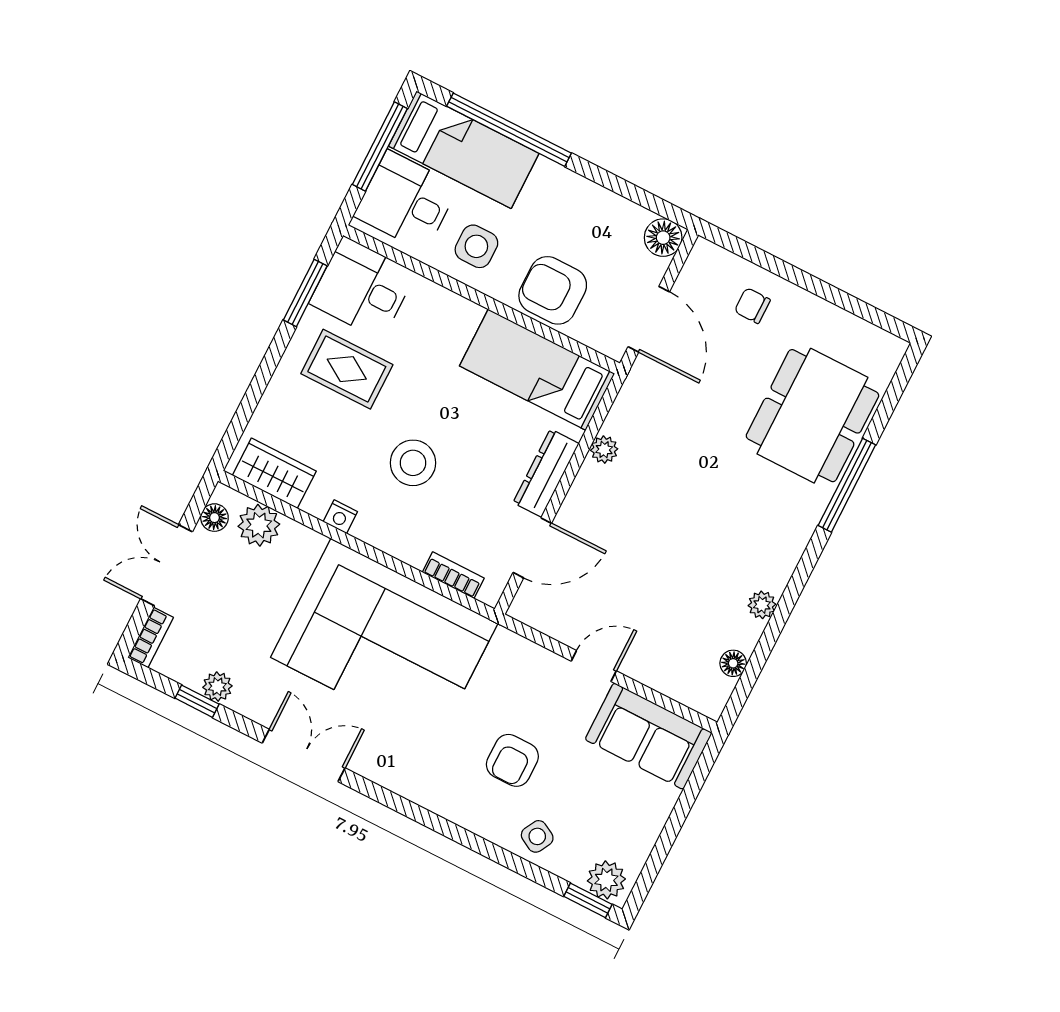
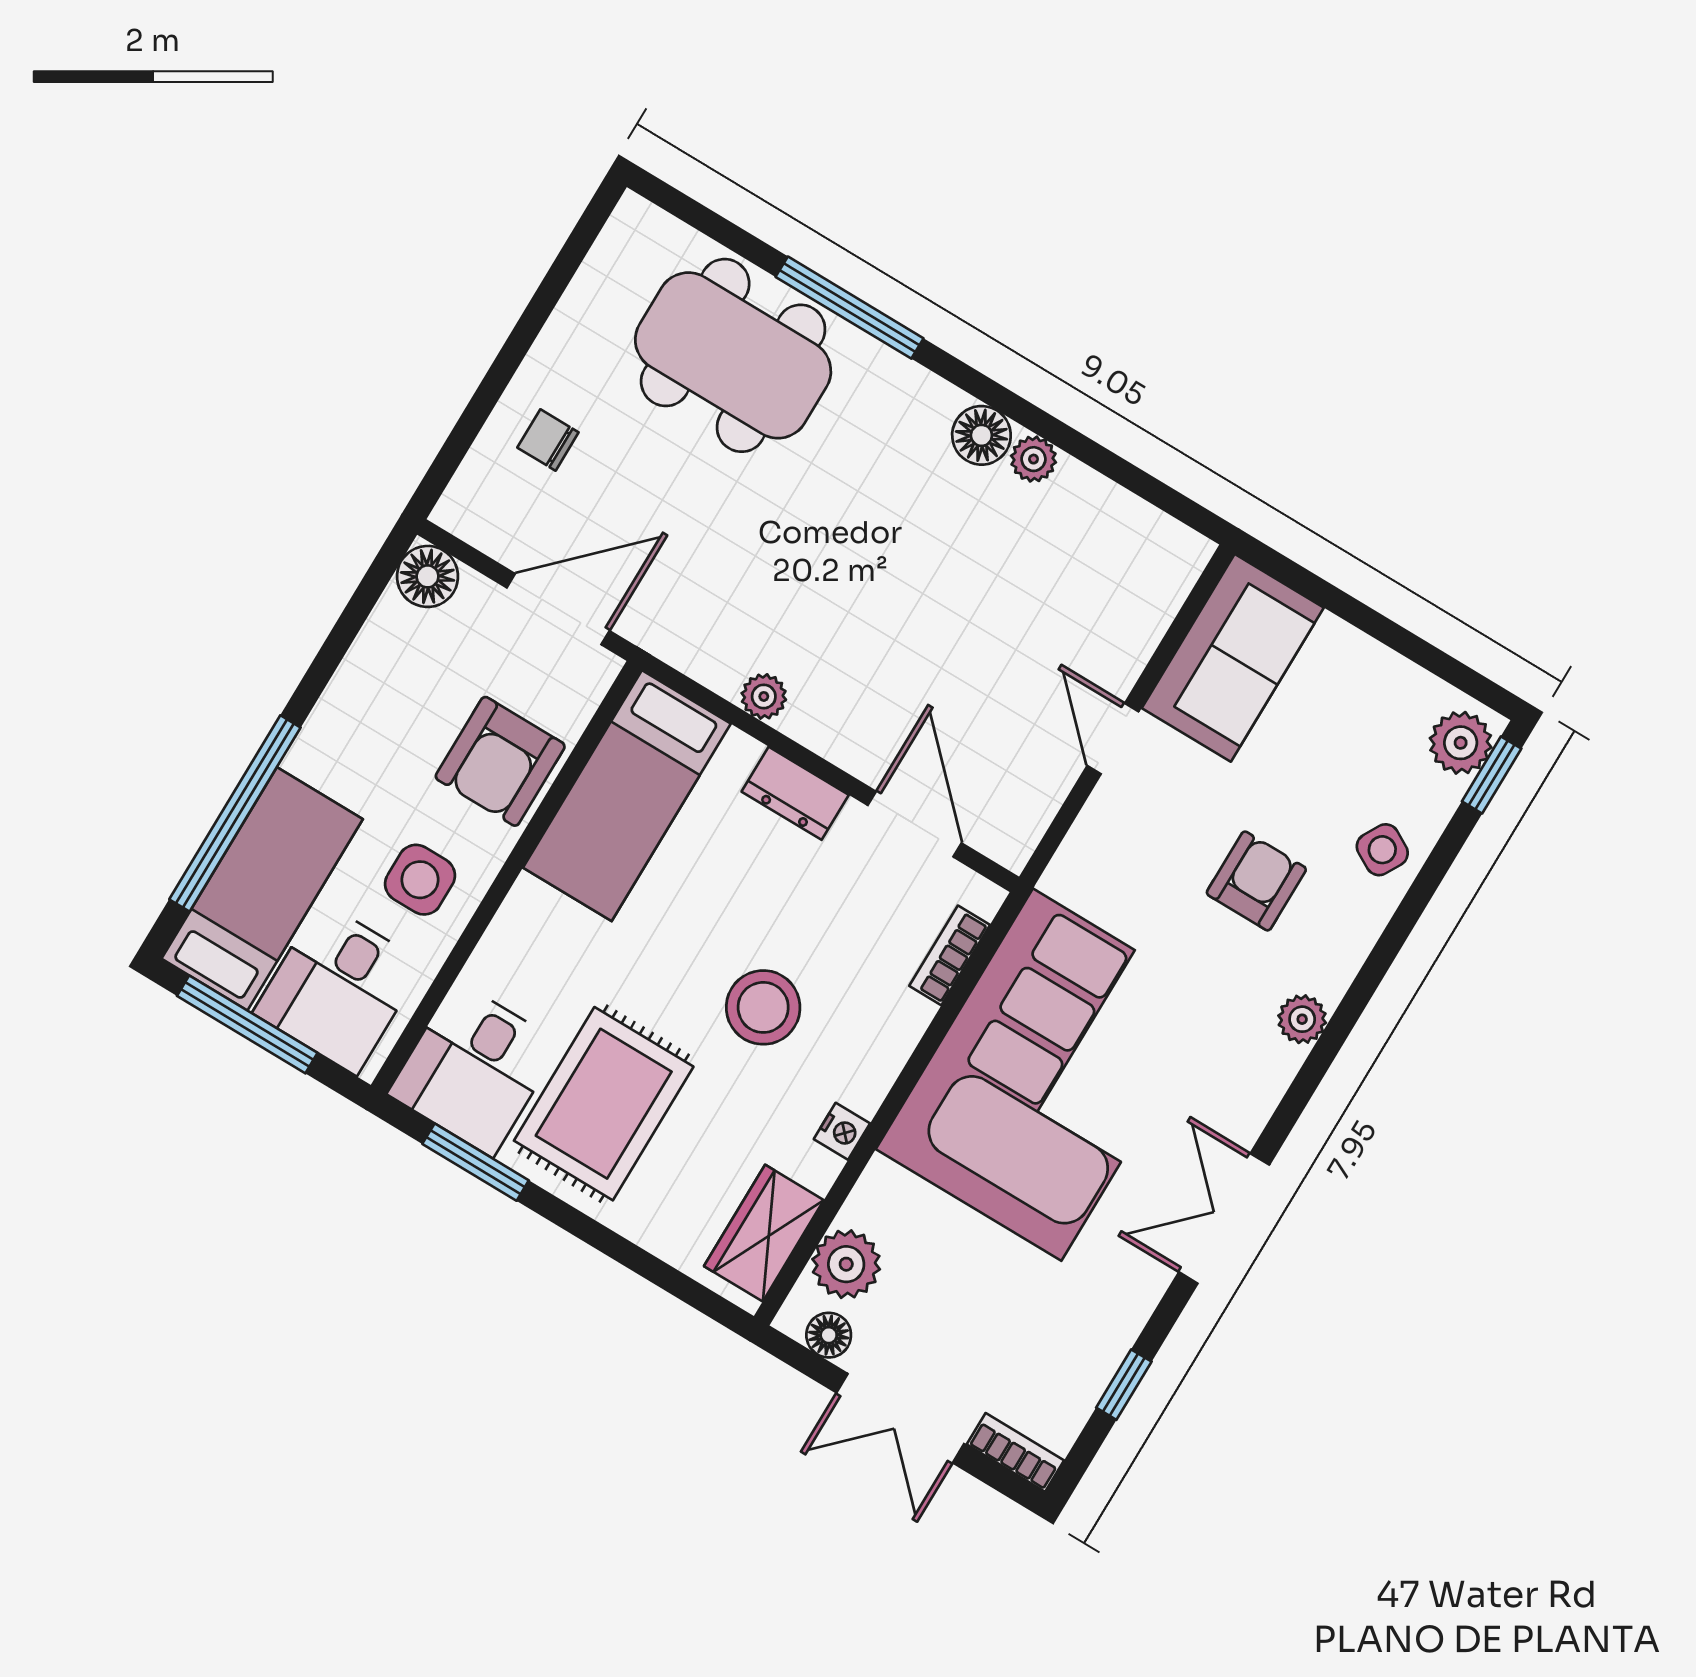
chair: (752, 306) -> (548, 440), turned 90
rug: (347, 369) -> (604, 1104), width x1.36, depth x1.43
dresser: (546, 473) -> (795, 793), width x0.70
floor lamp: (733, 663) -> (981, 435), moved, width x1.37, depth x1.37
plant: (217, 687) -> (1302, 1019), moved
armchair: (512, 760) -> (1256, 881), turned -90

